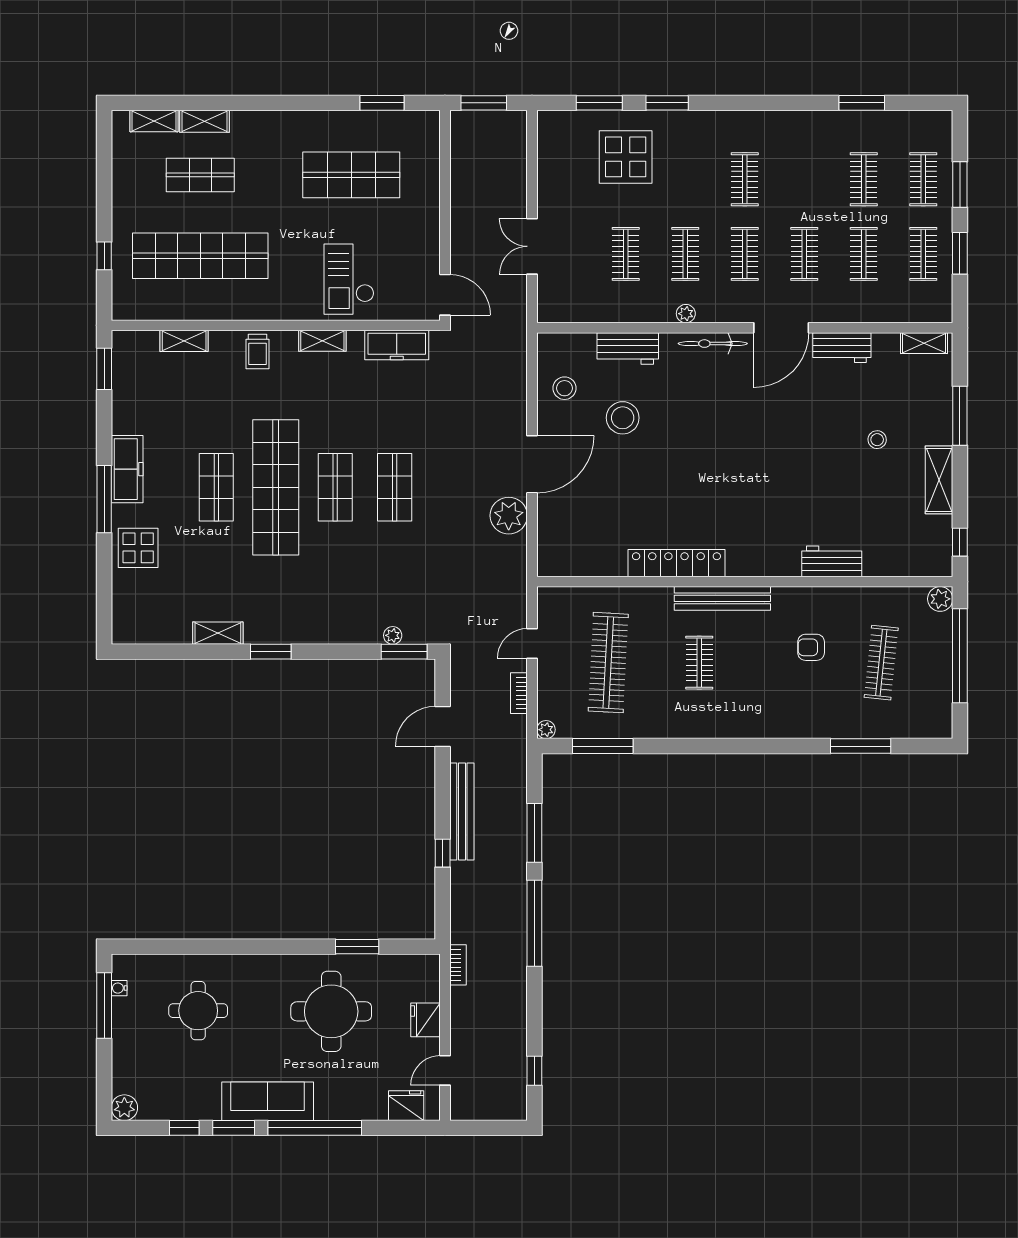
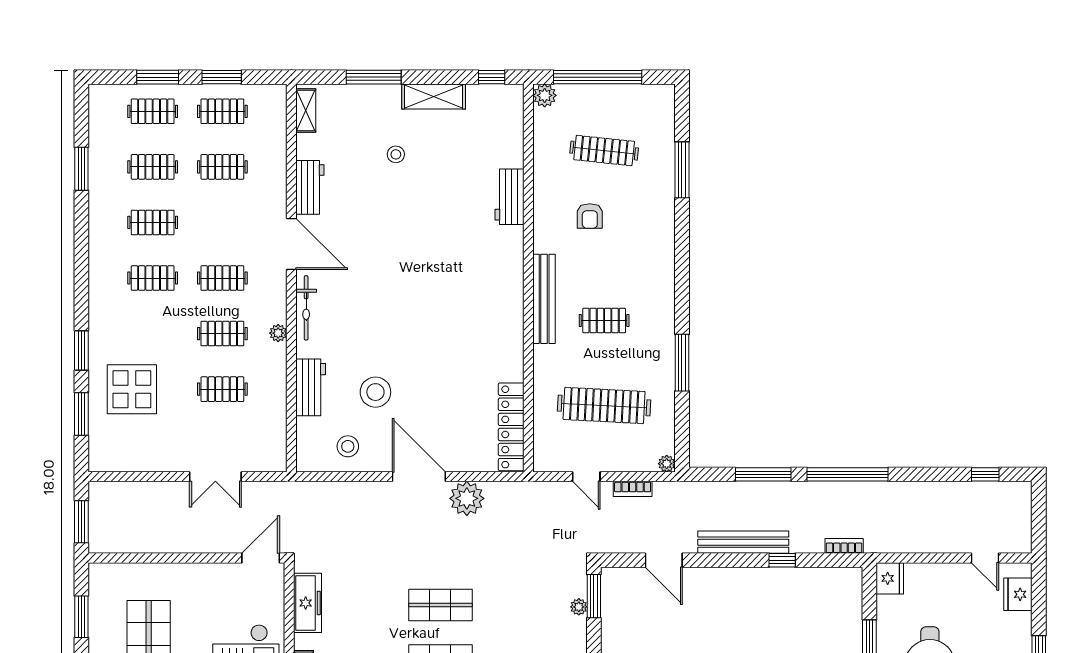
clothes rail: (804, 254) -> (153, 222), moved
locker: (676, 563) -> (511, 427), moved
window: (603, 746) -> (682, 363), moved
bookcase: (458, 965) -> (844, 546), moved
fridge: (426, 1020) -> (890, 578), moved, turned -90

